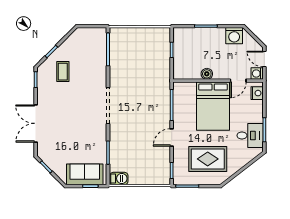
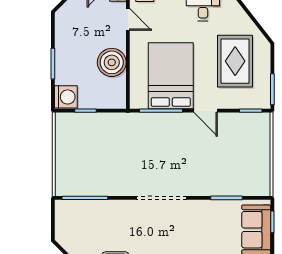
washing machine: (234, 36) -> (66, 97), moved
boiler: (207, 74) -> (112, 62), width x1.86, depth x1.86
bed: (213, 106) -> (171, 76), moved, turned -90
barbecue: (119, 178) -> (262, 183), removed

